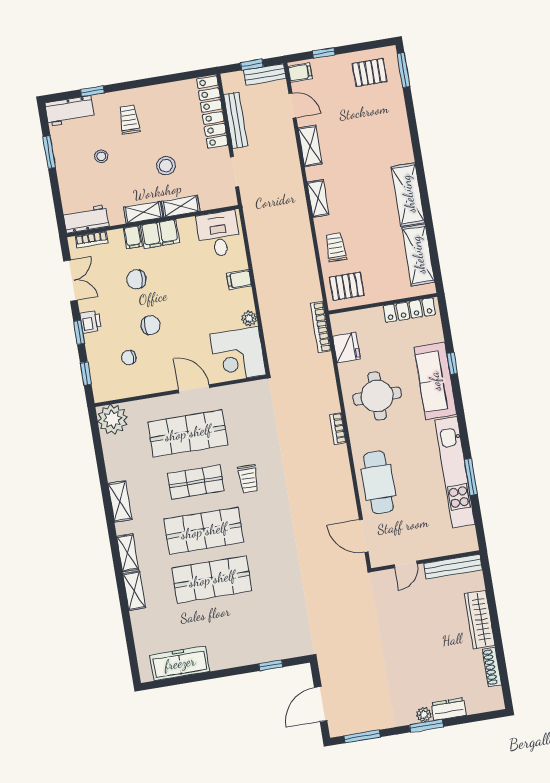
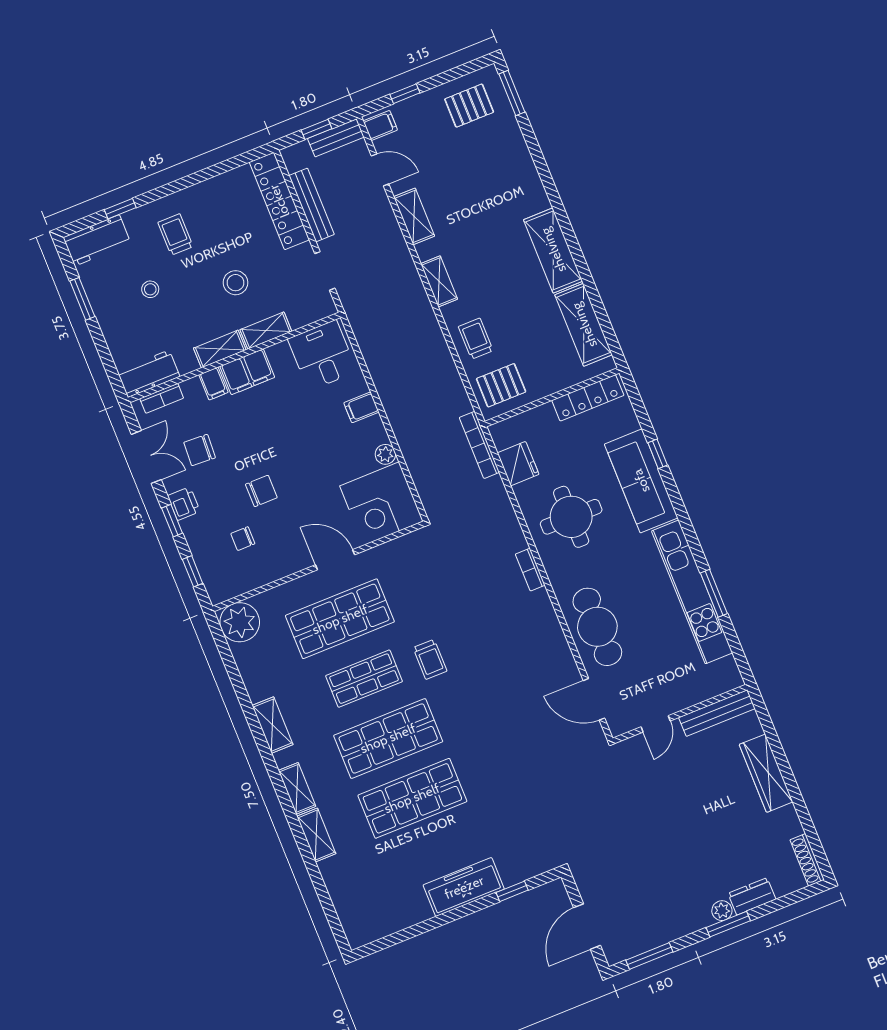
chair: (136, 279) -> (200, 450), moved
freezer: (180, 663) -> (464, 887), moved
shoe rack: (492, 667) -> (807, 860), moved

